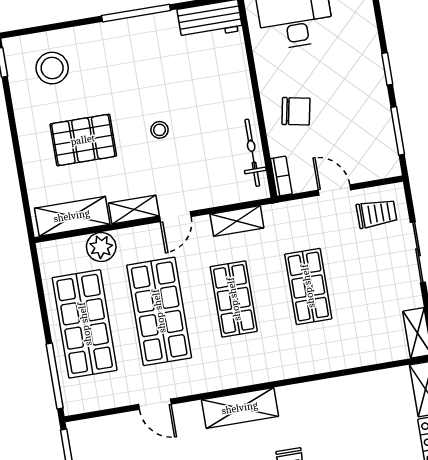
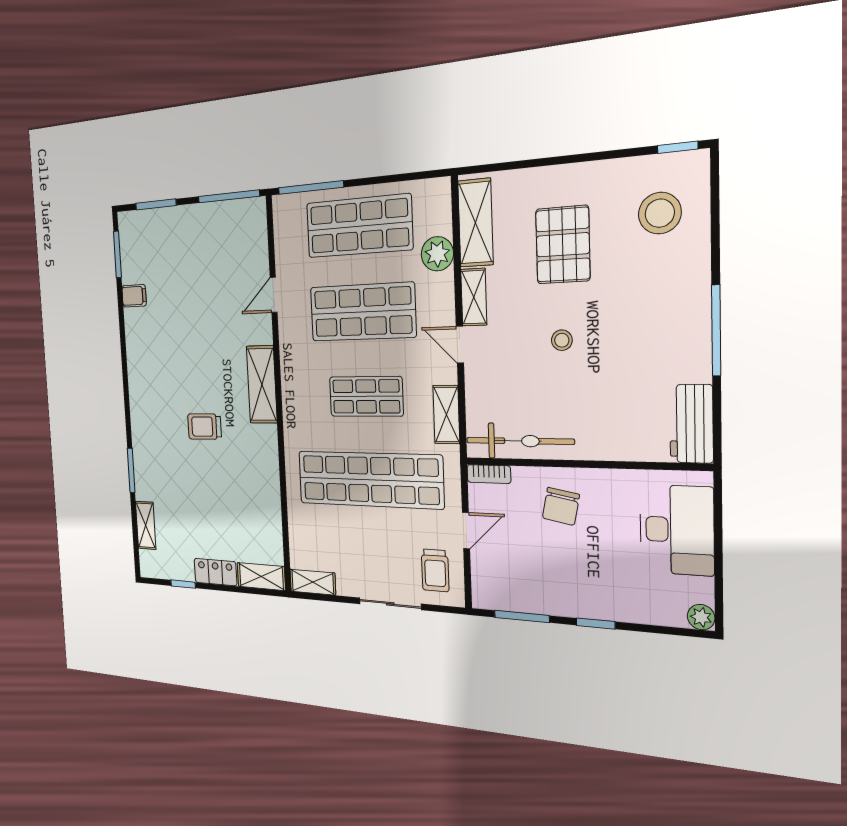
bicycle: (252, 153) -> (520, 441), width x1.37, depth x1.40
shop shelf: (308, 286) -> (370, 480), width x2.00, depth x1.36

